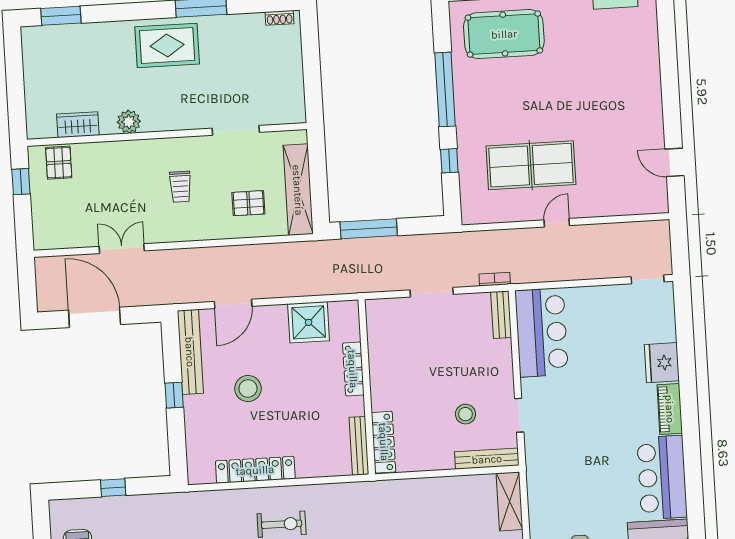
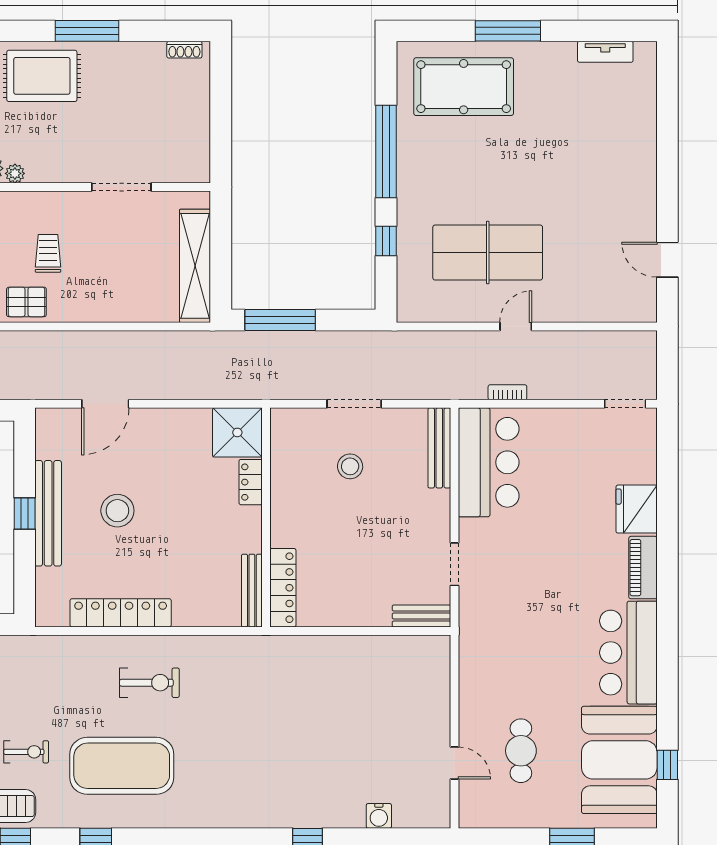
plant: (150, 125) -> (15, 173), added
trolley: (180, 187) -> (48, 253), turned 180
pallet: (248, 203) -> (26, 302), moved
bookcase: (495, 279) -> (507, 392), moved
bench: (501, 315) -> (439, 448), width x1.36
shower: (309, 322) -> (237, 432), moved
bench: (190, 352) -> (48, 513), moved
locker: (353, 369) -> (251, 482), width x0.66
stool: (465, 414) -> (350, 466), moved
bench: (487, 459) -> (421, 616), width x0.73
shelving: (510, 501) -> (436, 671), removed

